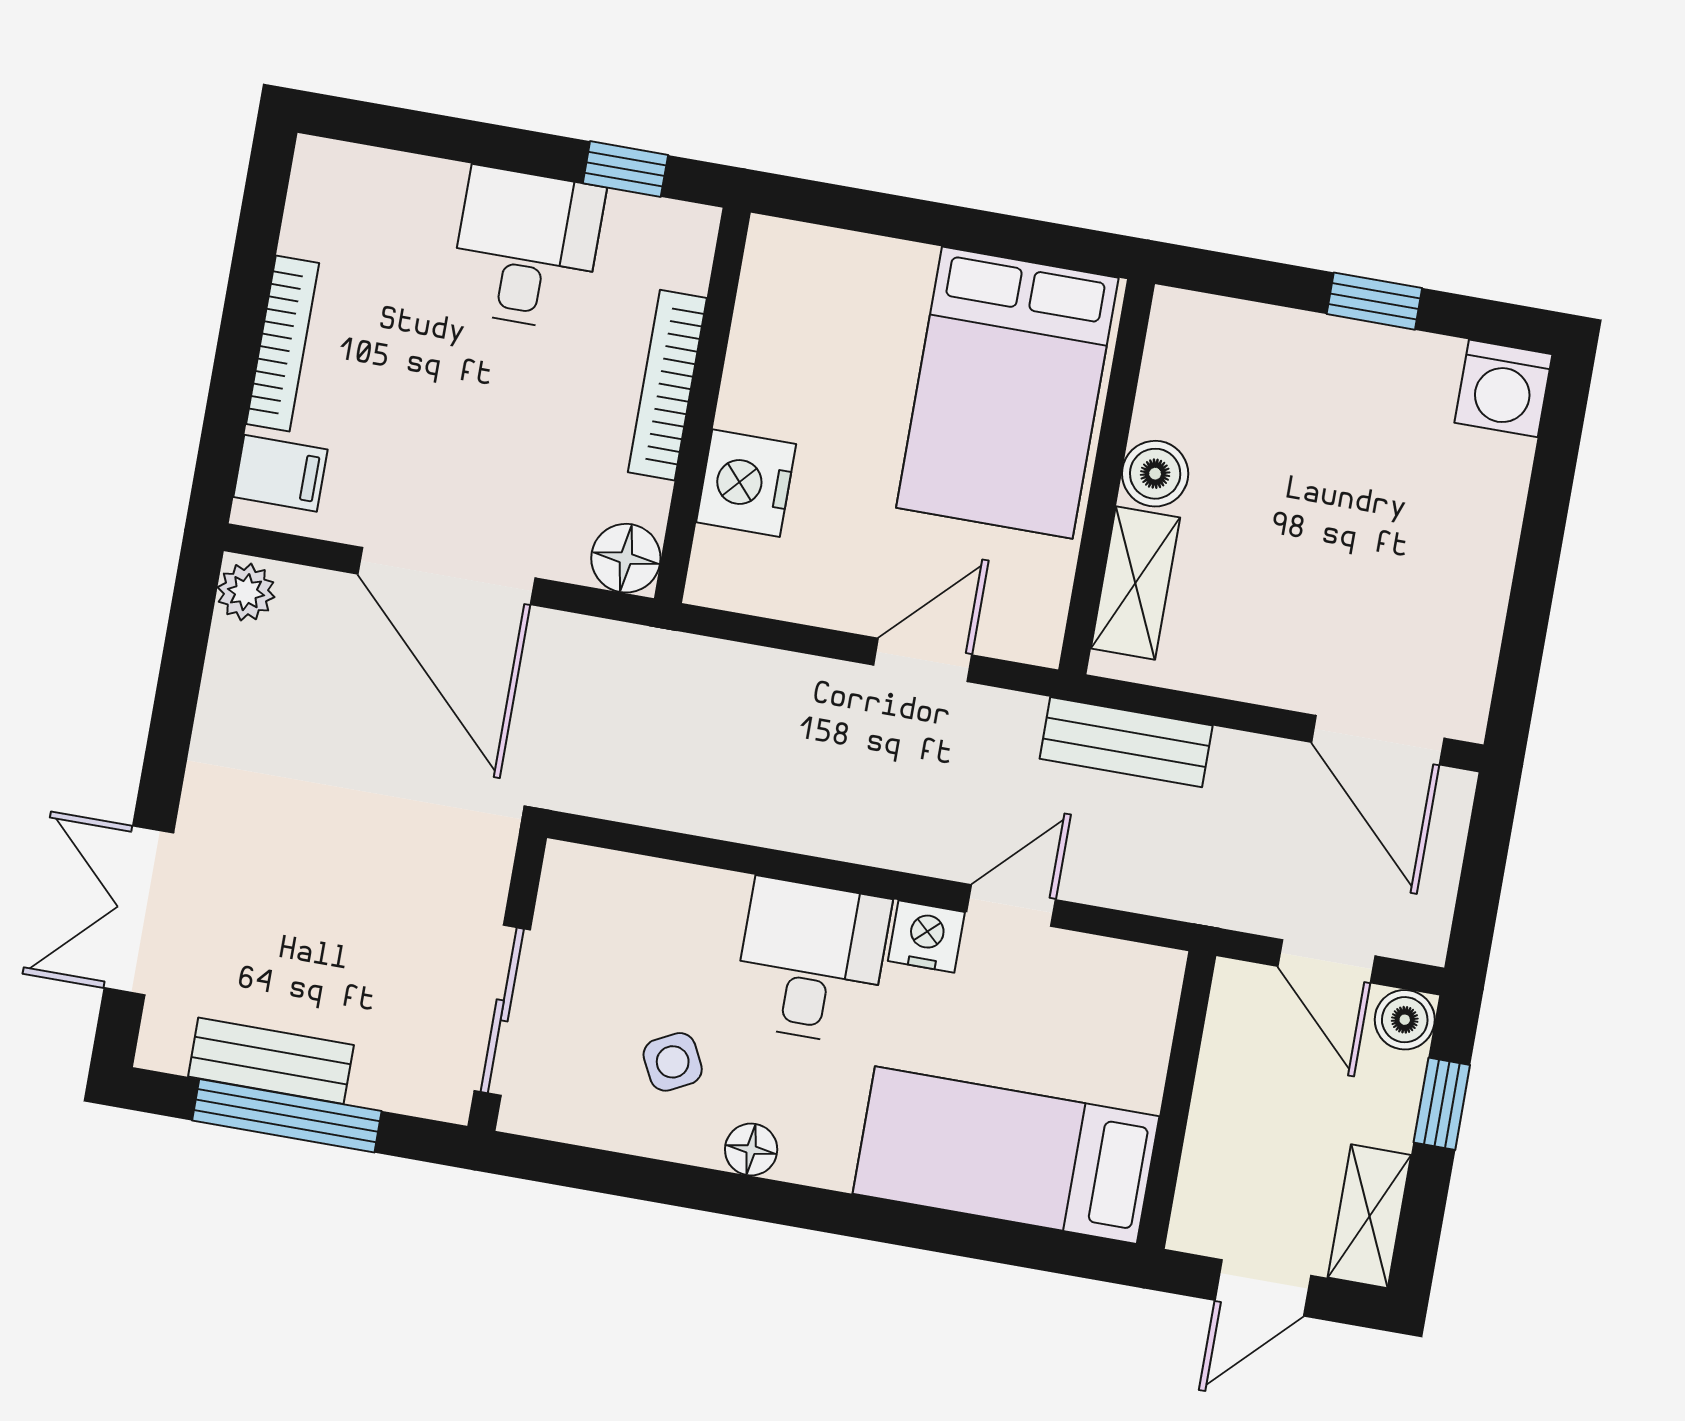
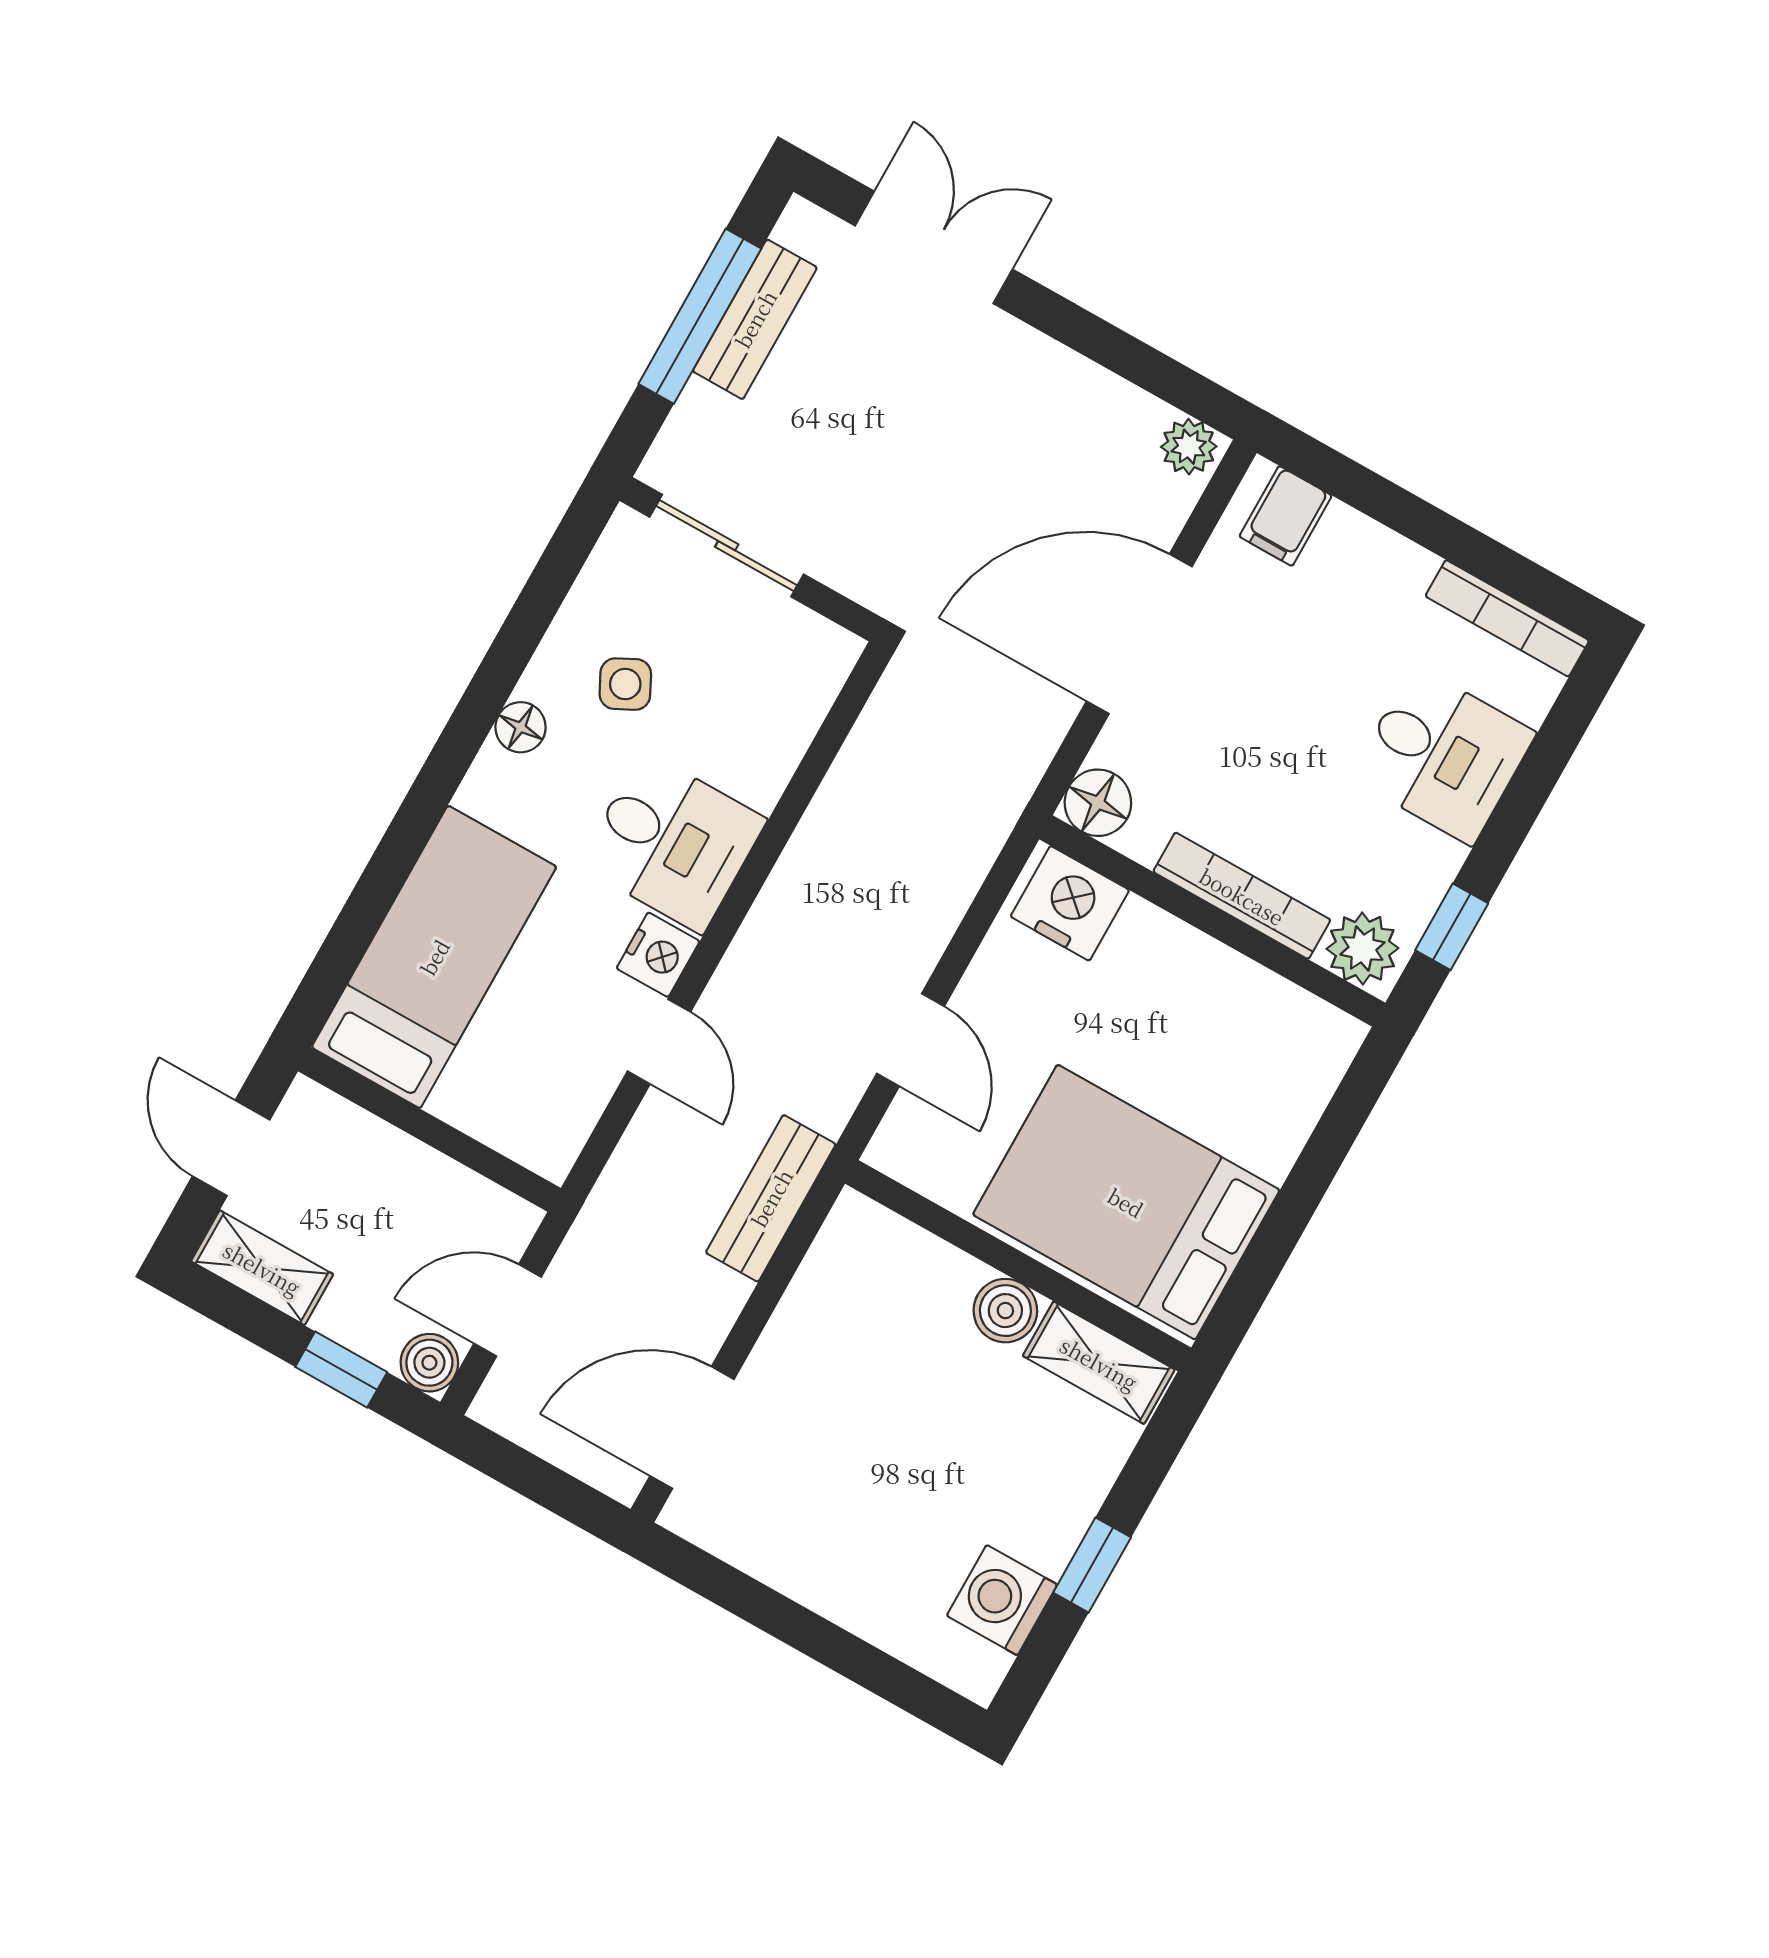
desk: (527, 248) -> (1443, 755), moved
plant: (677, 249) -> (1362, 948), added
bookcase: (283, 344) -> (1507, 618), moved
washing machine: (1503, 388) -> (1002, 1600), moved
nightstand: (746, 483) -> (1070, 903), moved
shelving: (1135, 583) -> (1099, 1363), moved

